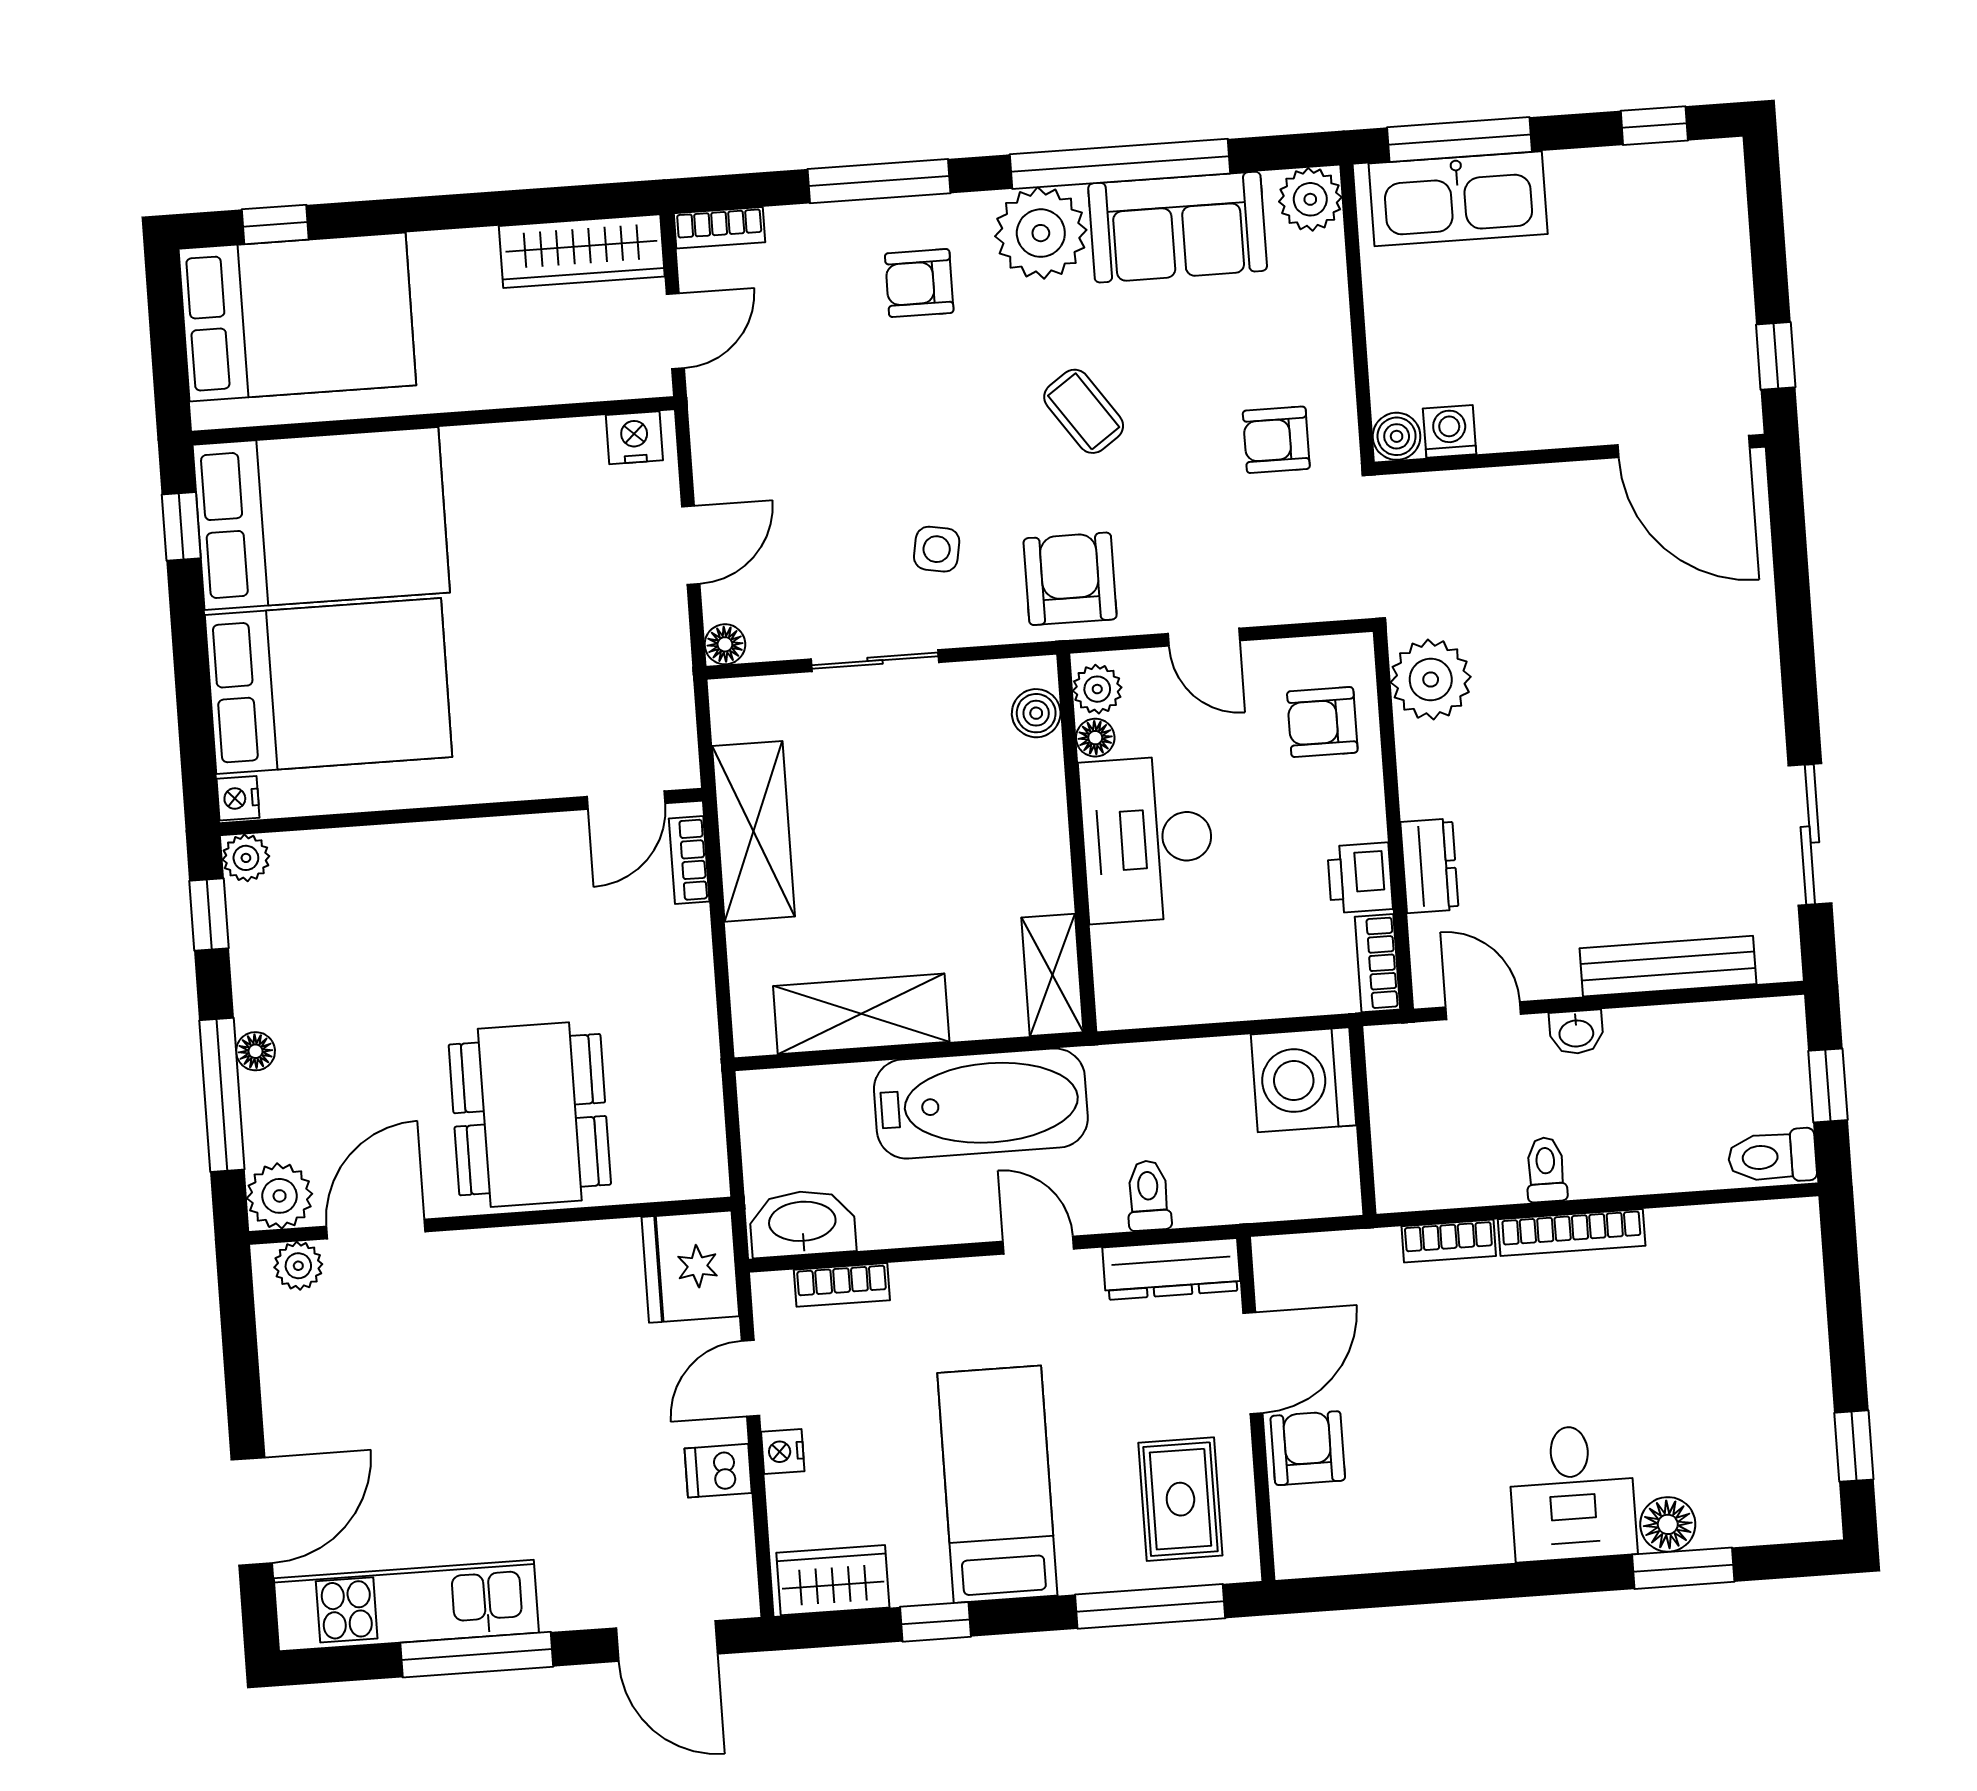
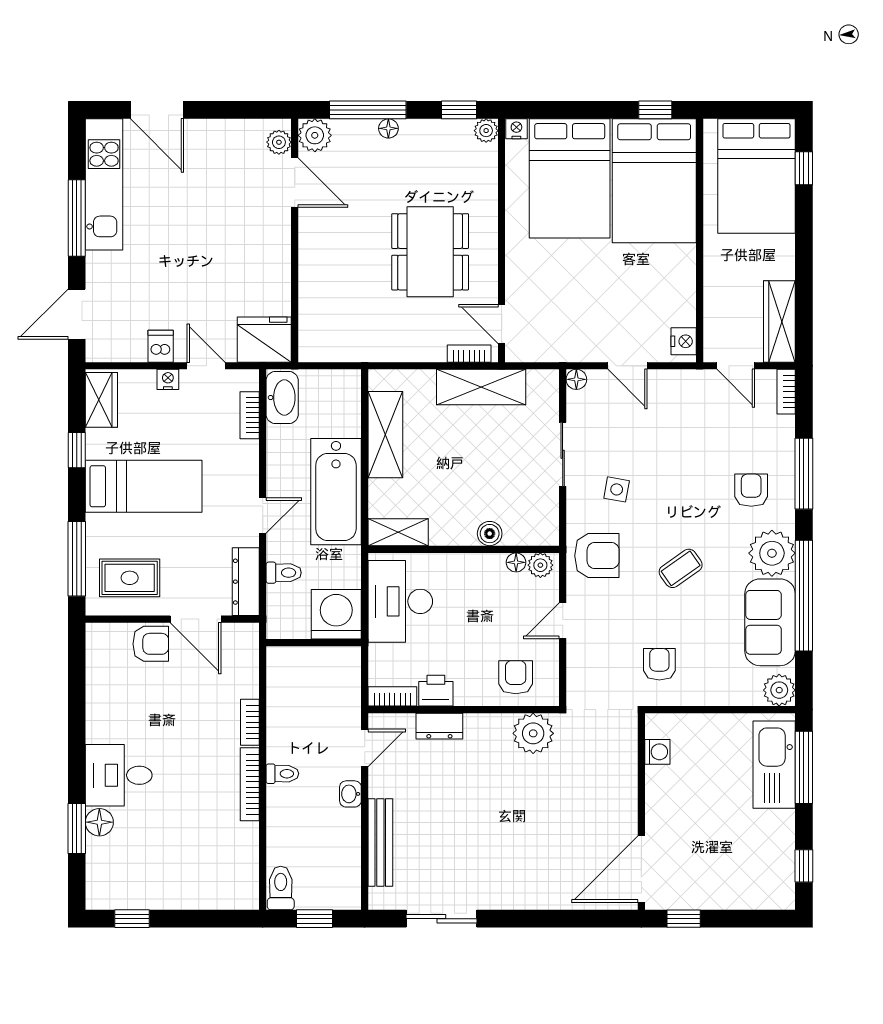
boiler: (1397, 436) -> (657, 725), removed
boiler: (1036, 713) -> (490, 534), moved
desk: (1147, 839) -> (400, 601), moved, turned -90
washing machine: (1304, 1080) -> (336, 614), moved
dining table: (530, 1115) -> (430, 252), moved, turned 90
wall: (1363, 1121) -> (314, 643), moved

